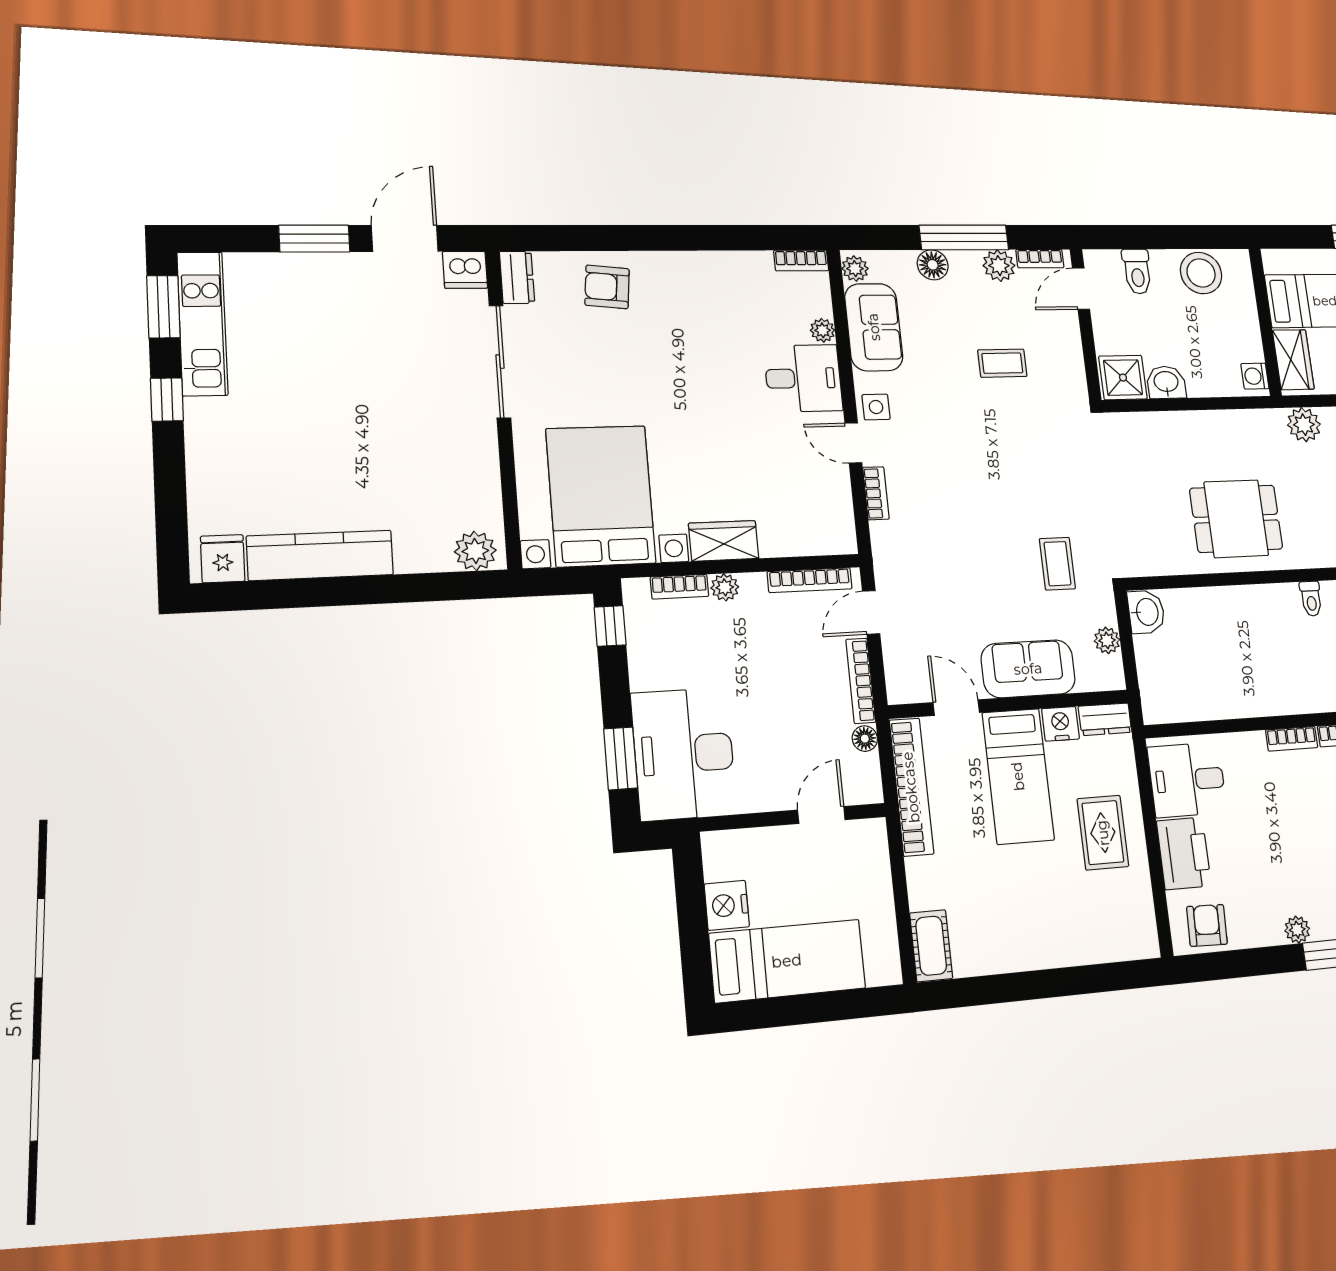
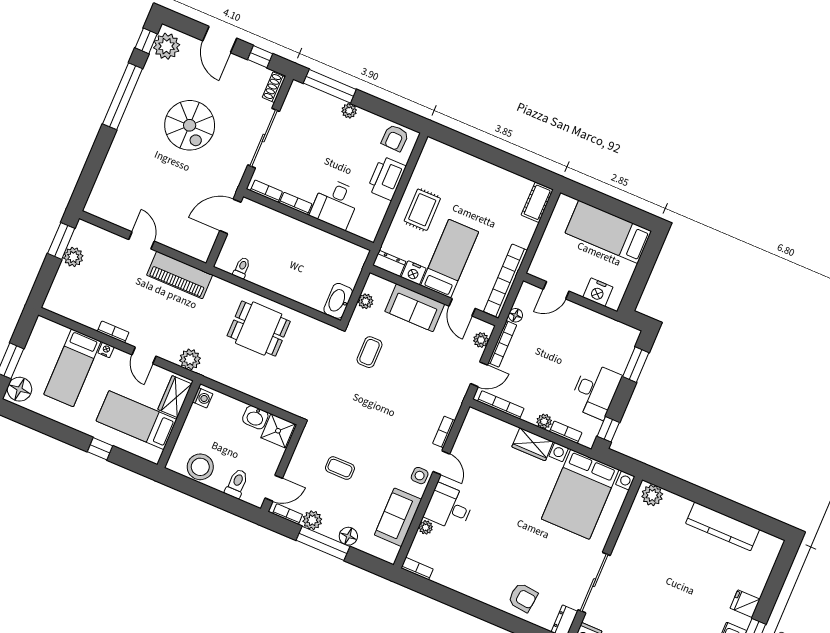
plant: (855, 269) -> (481, 340), moved
fridge: (223, 559) -> (745, 604), moved, turned 90
washbasin: (1146, 612) -> (338, 301), width x1.38
desk: (684, 754) -> (595, 391), moved, width x0.73, depth x0.77
desk: (1187, 780) -> (335, 204), moved, turned 90
nightstand: (727, 905) -> (598, 292), moved, turned 90

